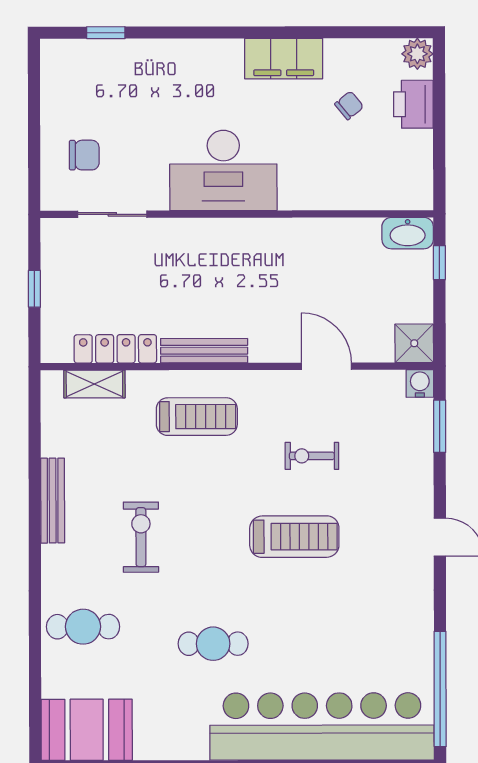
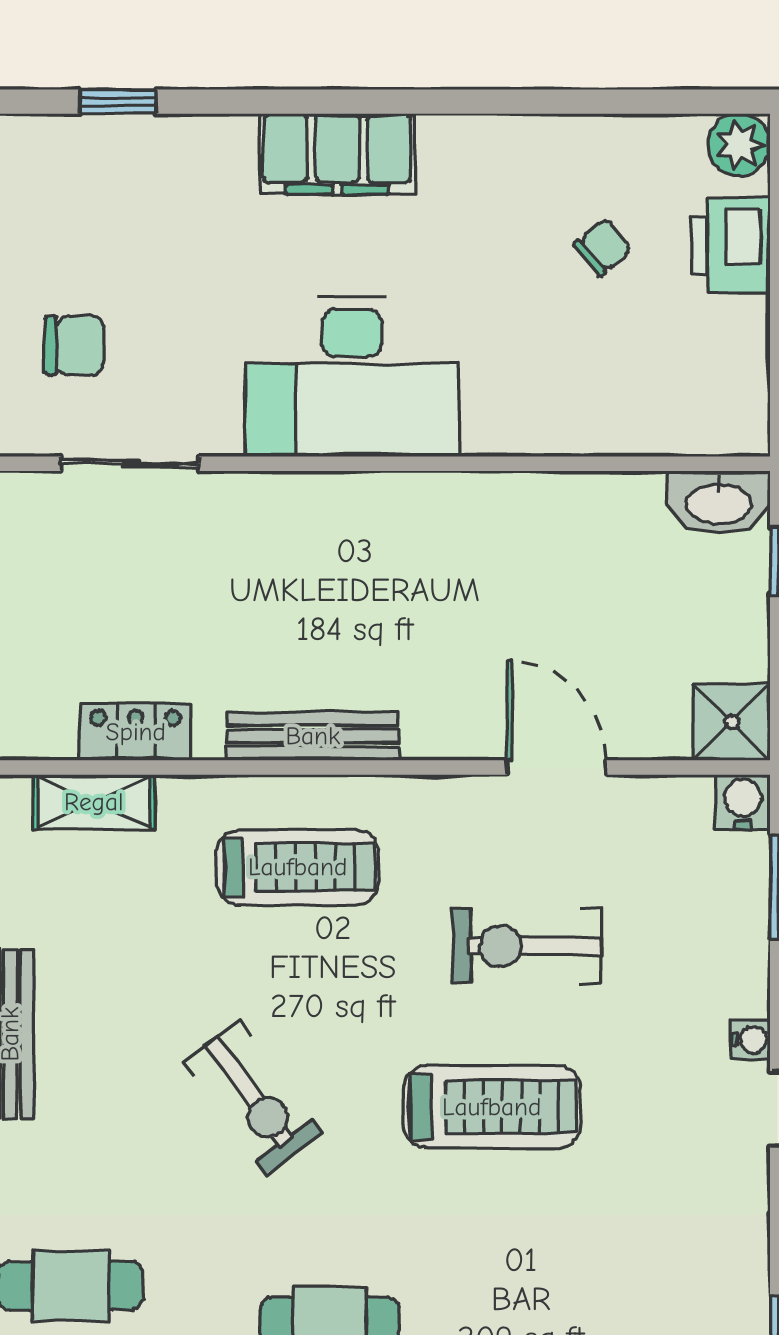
filing cabinet: (284, 59) -> (337, 154), moved
locker: (115, 349) -> (136, 732), width x0.66
exercise bike: (312, 456) -> (527, 946), width x1.38, depth x1.39
water cooler: (424, 503) -> (751, 1040), added
exercise bike: (141, 537) -> (253, 1097), moved, turned 144

